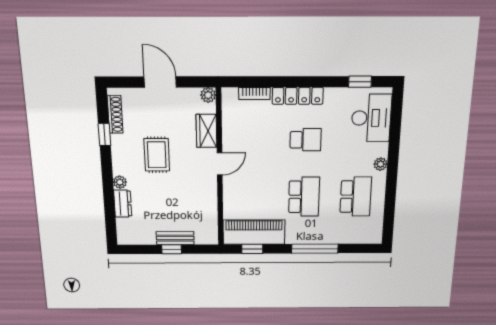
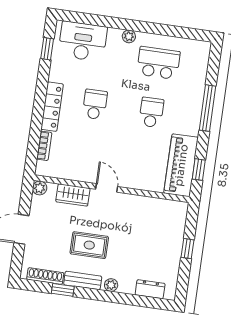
school desk: (304, 197) -> (151, 112), width x0.54
dresser: (123, 204) -> (150, 289), moved
bench: (175, 238) -> (83, 280), moved, turned 90

